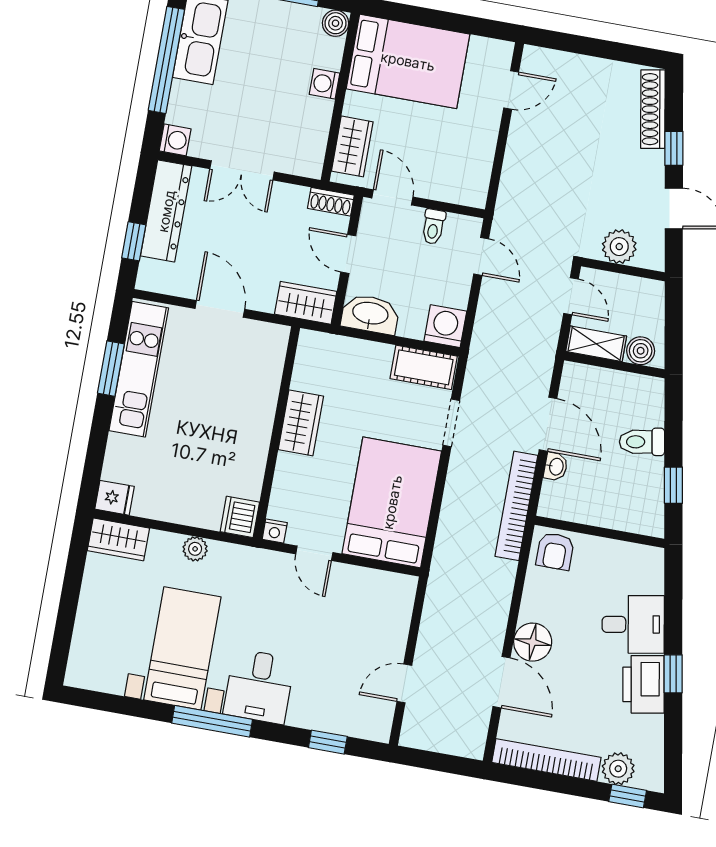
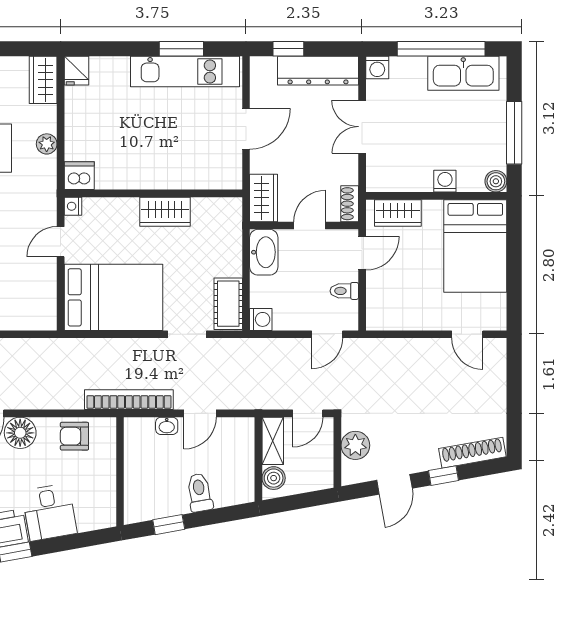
washing machine: (445, 326) -> (261, 319), width x0.73, depth x0.73
door: (548, 424) -> (200, 413), width x0.73
armchair: (555, 551) -> (74, 436), moved

